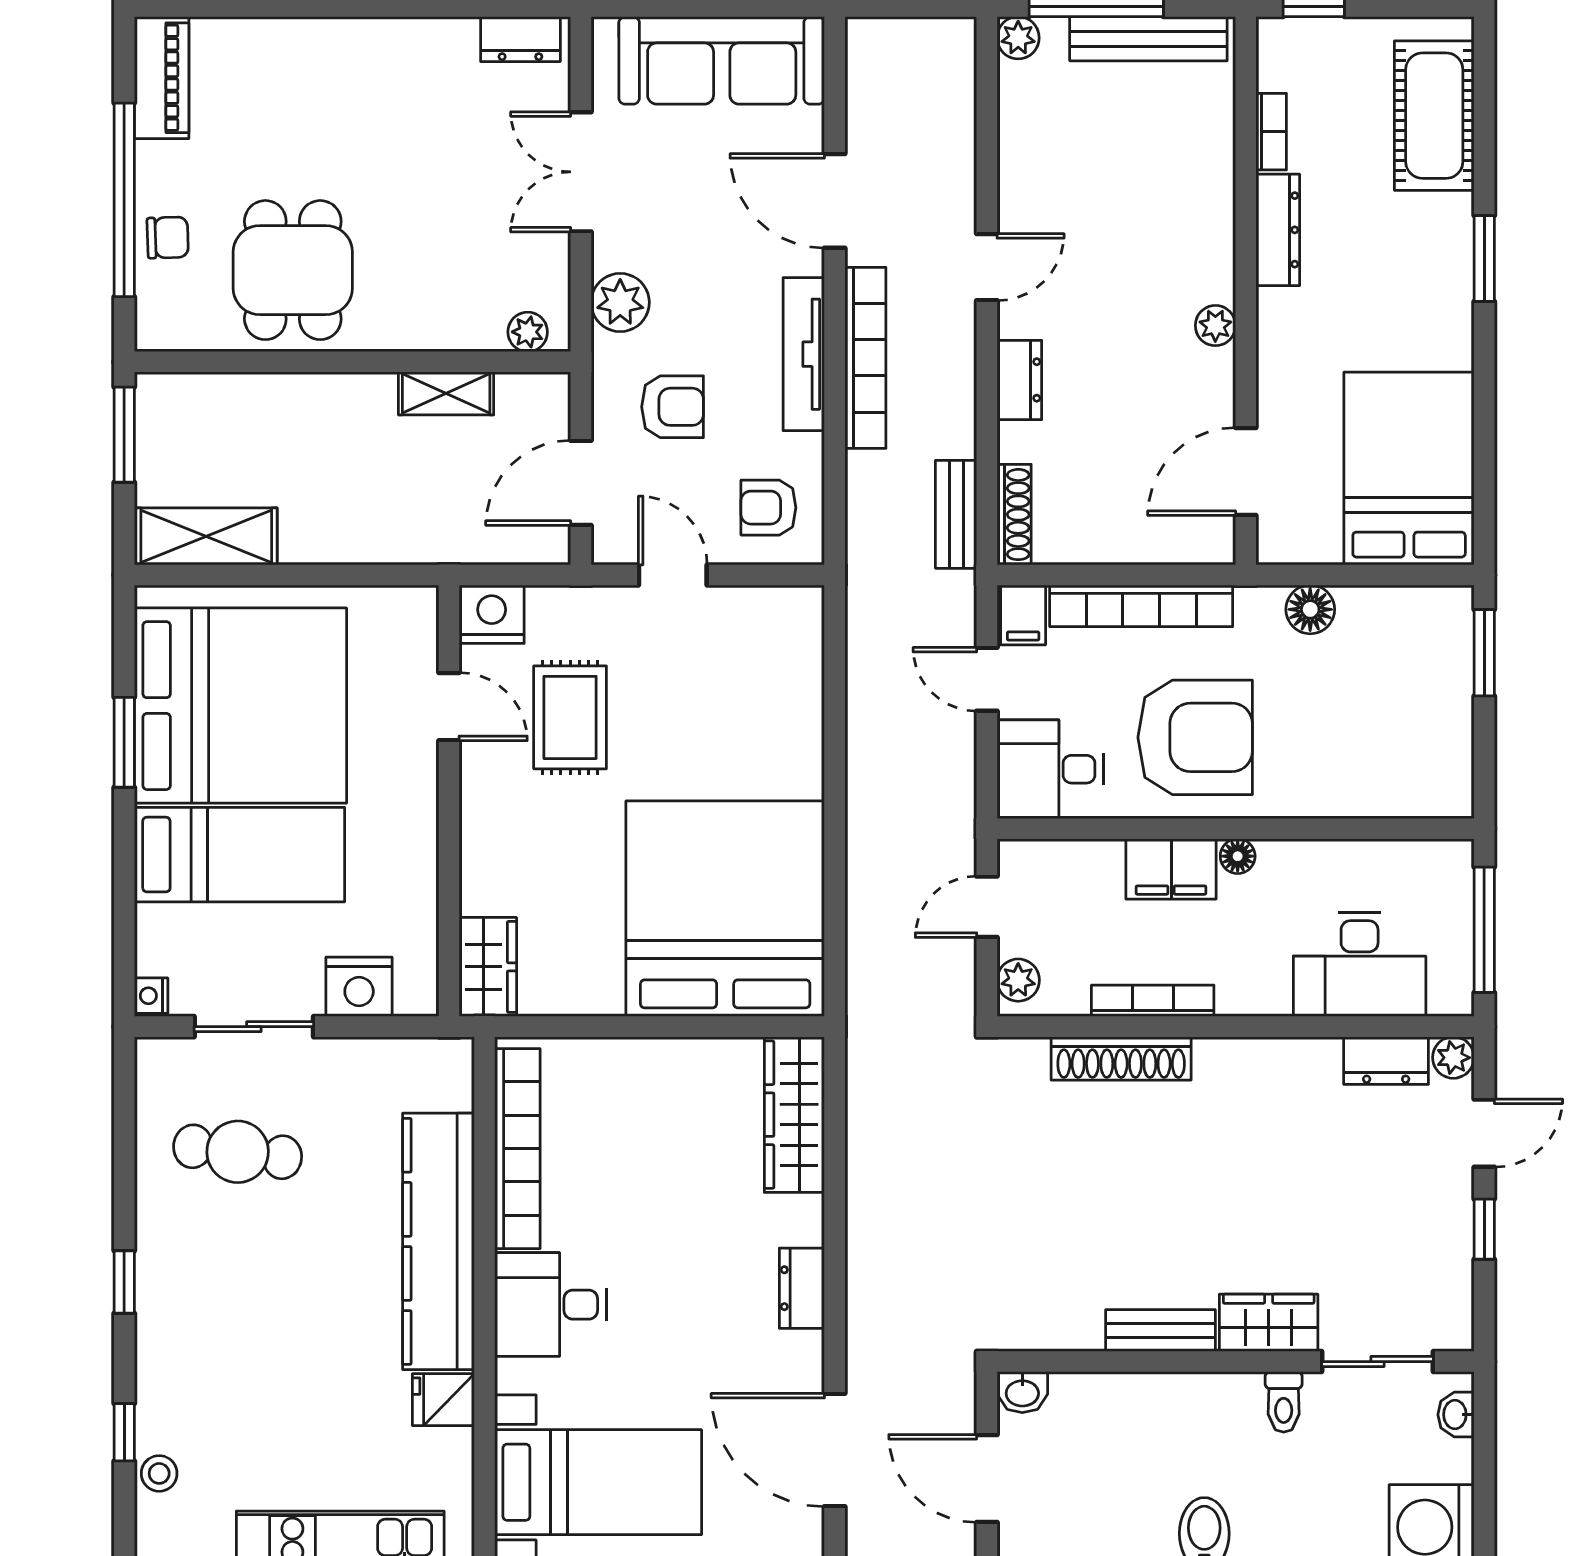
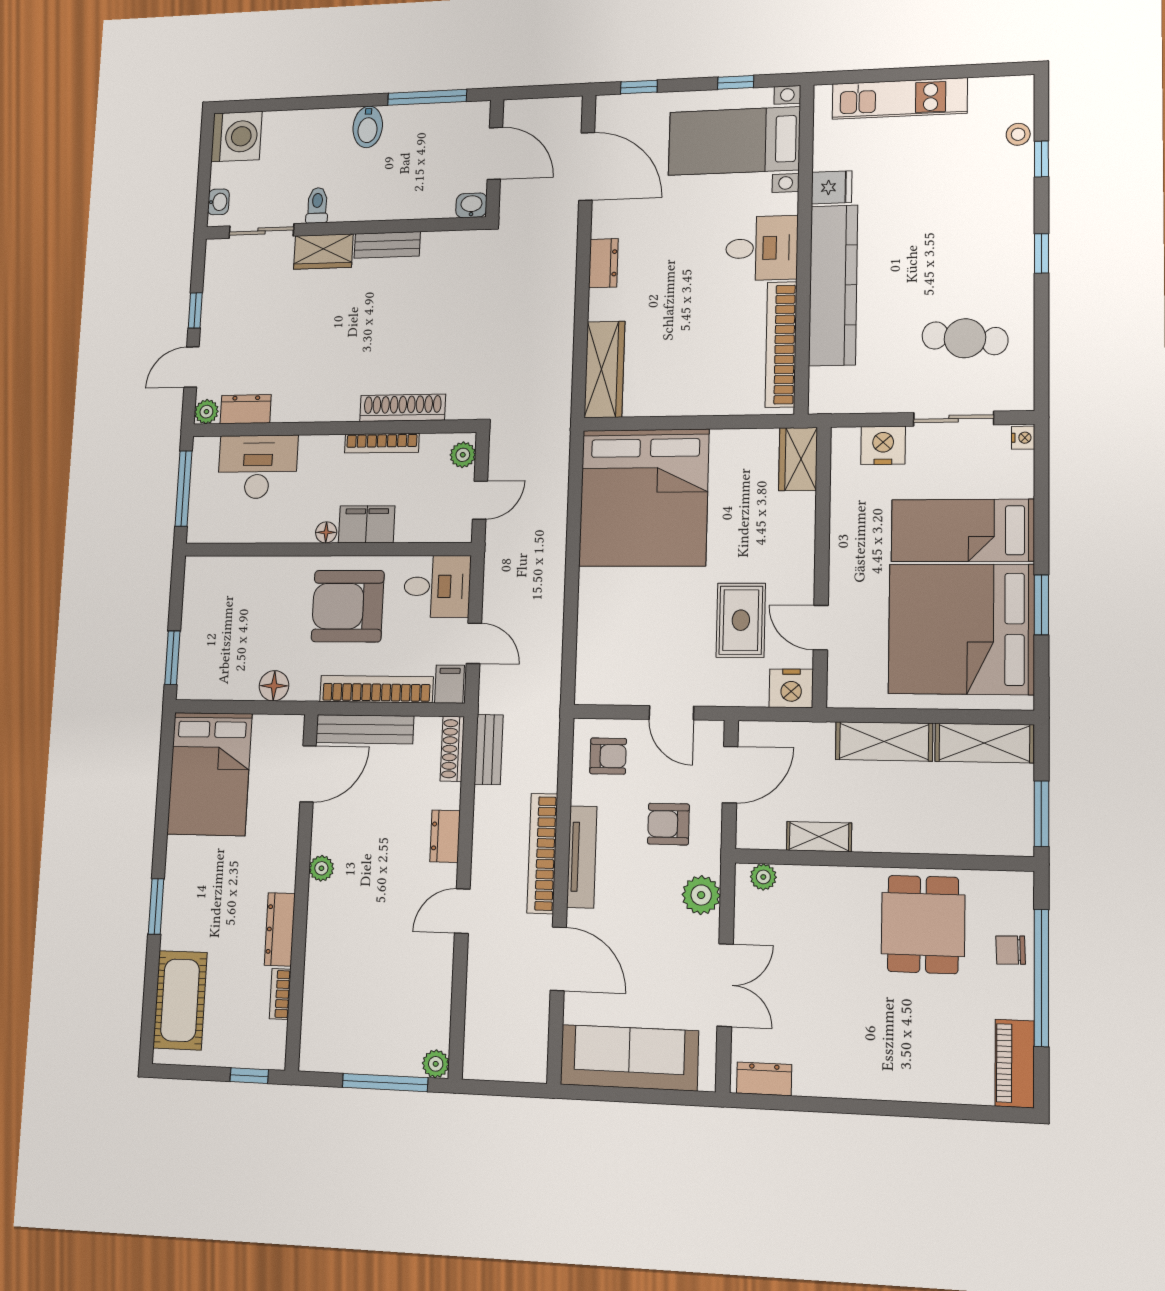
bench: (1148, 39) -> (365, 729), moved
shelving: (352, 536) -> (884, 741), added

